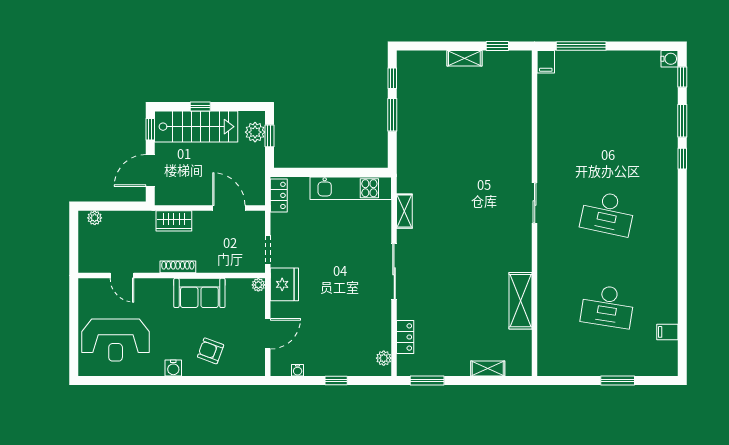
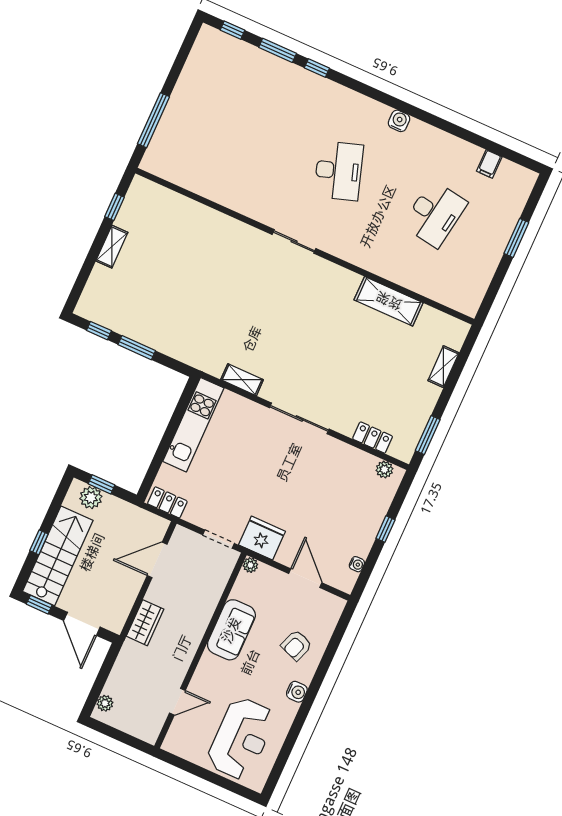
water cooler: (669, 59) -> (399, 121), moved
filing cabinet: (546, 62) -> (153, 164), removed
desk: (608, 213) -> (339, 171), turned -30
shoe rack: (178, 267) -> (194, 640), removed

